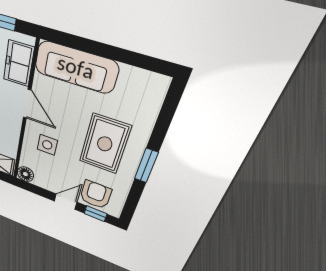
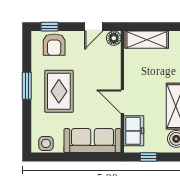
side table: (47, 145) -> (46, 143), moved
door: (65, 202) -> (94, 27), moved

